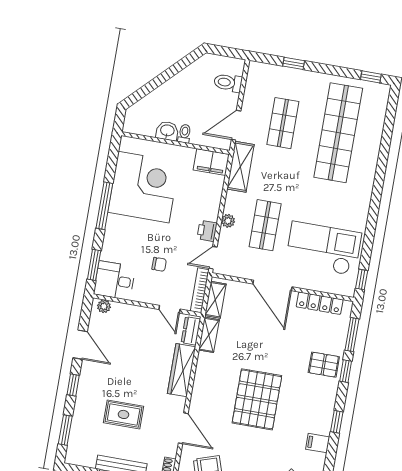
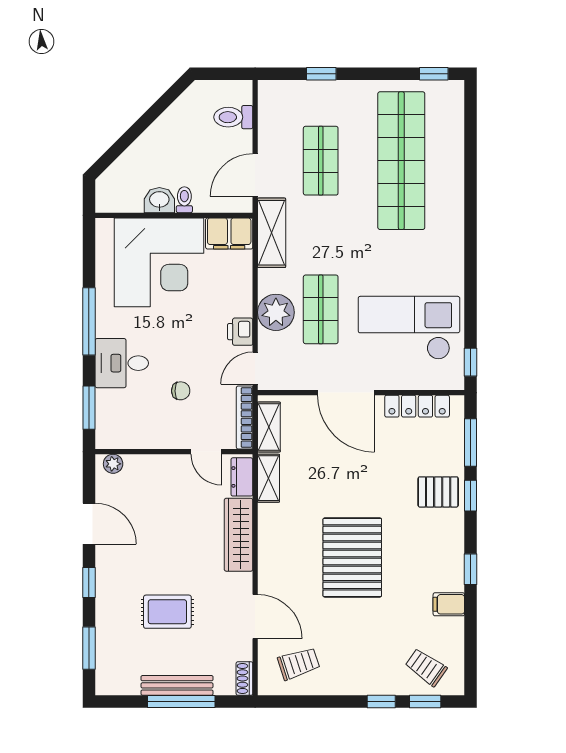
corner desk: (144, 187) -> (159, 262), moved, turned 90
plant: (228, 221) -> (276, 312), width x1.87, depth x1.87
desk: (115, 280) -> (122, 363), moved

